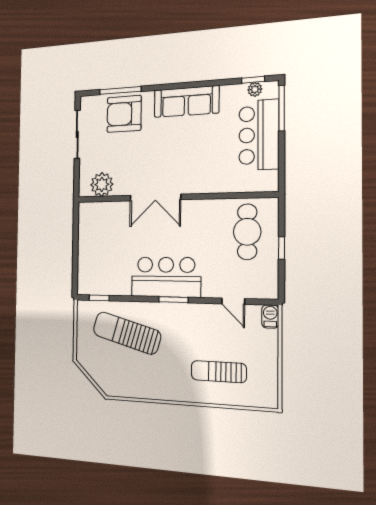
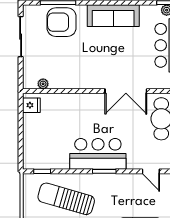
plant: (102, 184) -> (43, 84), width x0.53, depth x0.53
double door: (155, 198) -> (126, 91), moved
fridge: (88, 217) -> (31, 105), added

